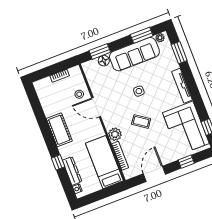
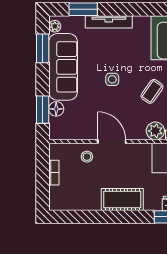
tv unit: (182, 86) -> (109, 22), moved
door: (96, 107) -> (112, 141), swing flipped

